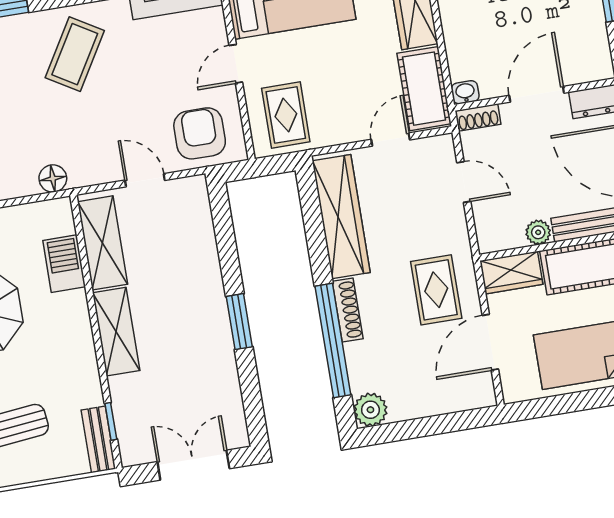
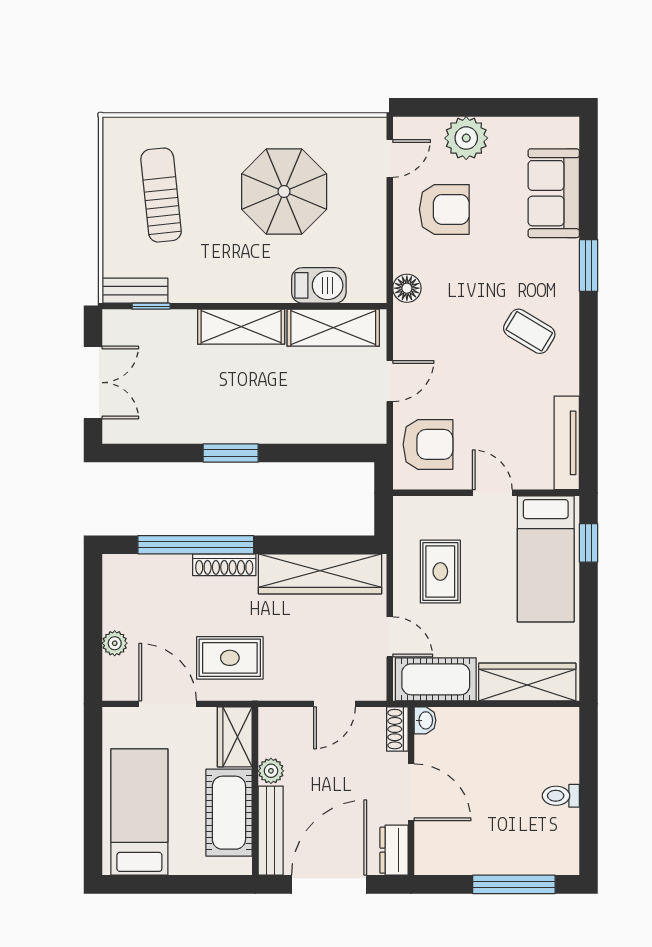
coffee table: (75, 54) -> (529, 331), width x0.73, depth x0.77
rug: (286, 115) -> (440, 572), moved, turned 90
plant: (370, 410) -> (115, 643), moved, width x0.73, depth x0.73

